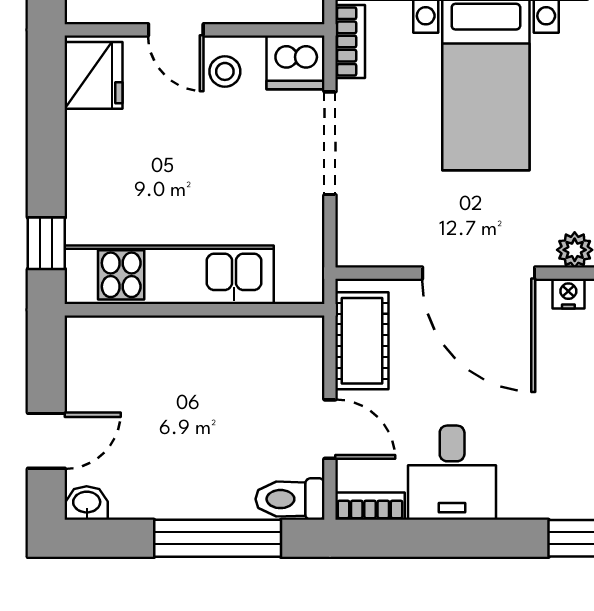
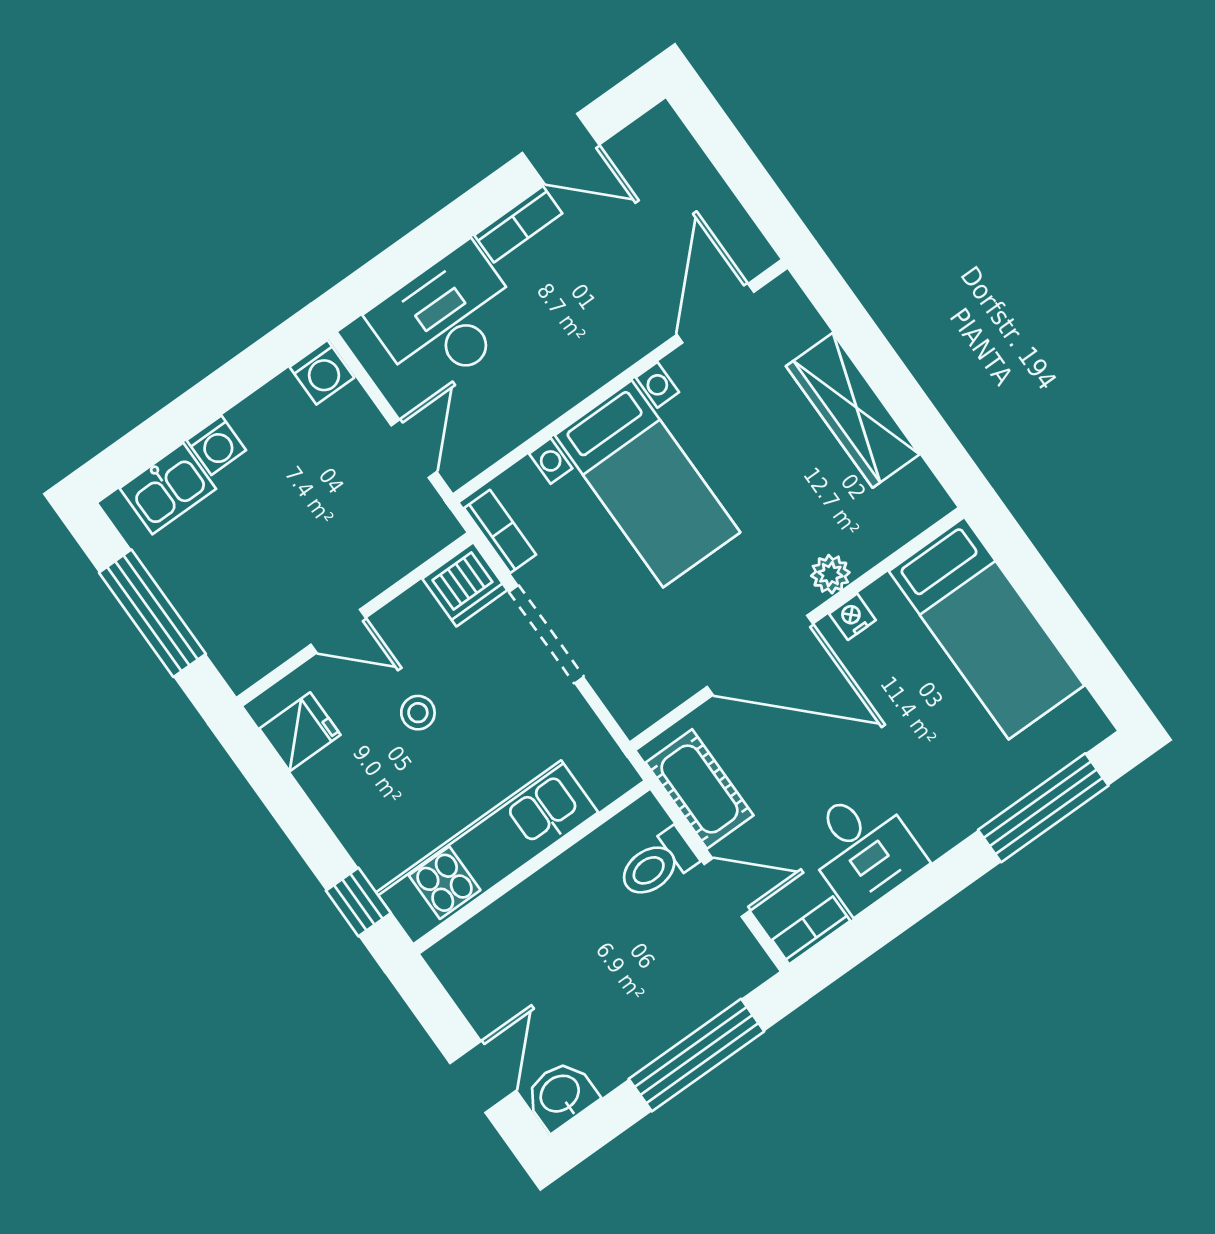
stool: (225, 71) -> (418, 713), moved
fridge: (93, 75) -> (300, 732), width x0.72
toilet: (290, 499) -> (657, 864), moved
washbasin: (87, 503) -> (561, 1095), width x1.38, depth x1.45

